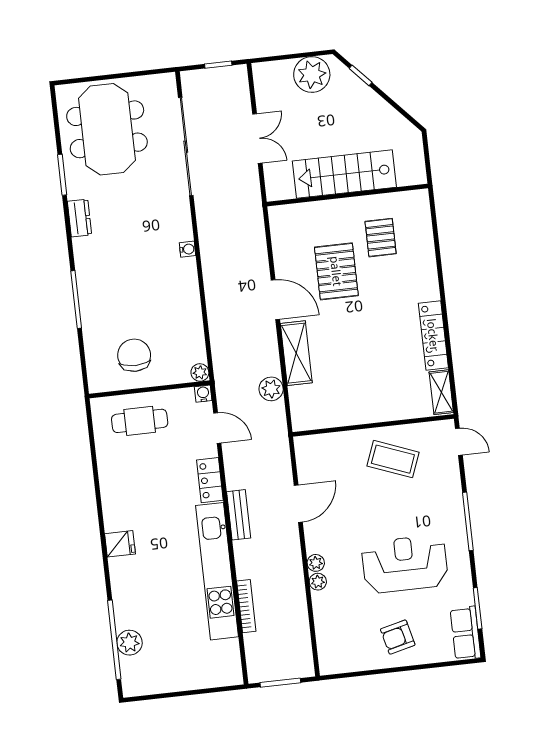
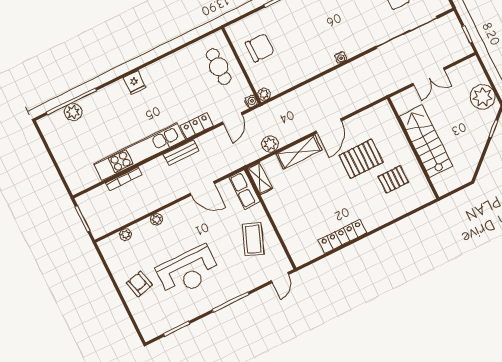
shelving: (441, 392) -> (260, 178), moved, turned 90
plant: (316, 563) -> (126, 235), moved
reception desk: (405, 564) -> (188, 271), turned 90
row of seats: (465, 633) -> (245, 189), moved, turned -90

